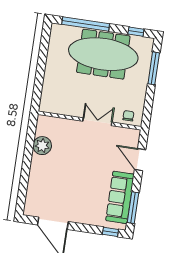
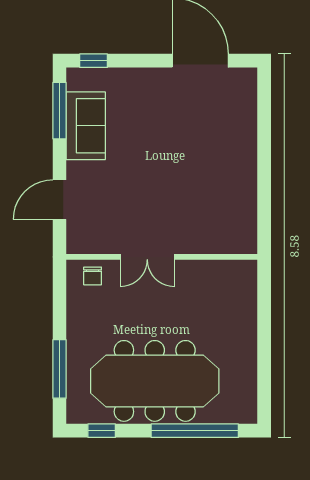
plant: (42, 146) -> (241, 199), removed
door: (140, 160) -> (59, 200), swing flipped
sofa: (120, 197) -> (86, 126), width x0.73

